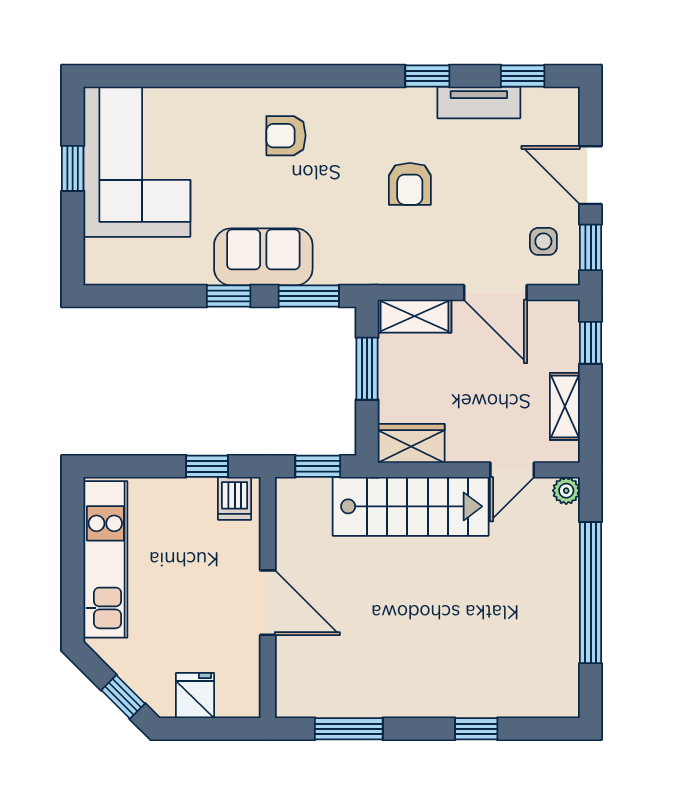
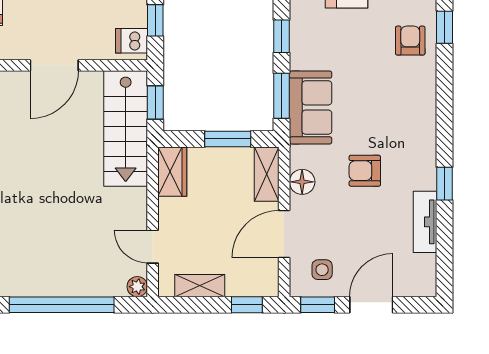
window: (523, 76) -> (445, 27), moved
armchair: (286, 136) -> (410, 41), moved
sofa: (263, 257) -> (311, 107), moved
floor lamp: (425, 268) -> (302, 182), added
stairs: (411, 506) -> (126, 128), moved

